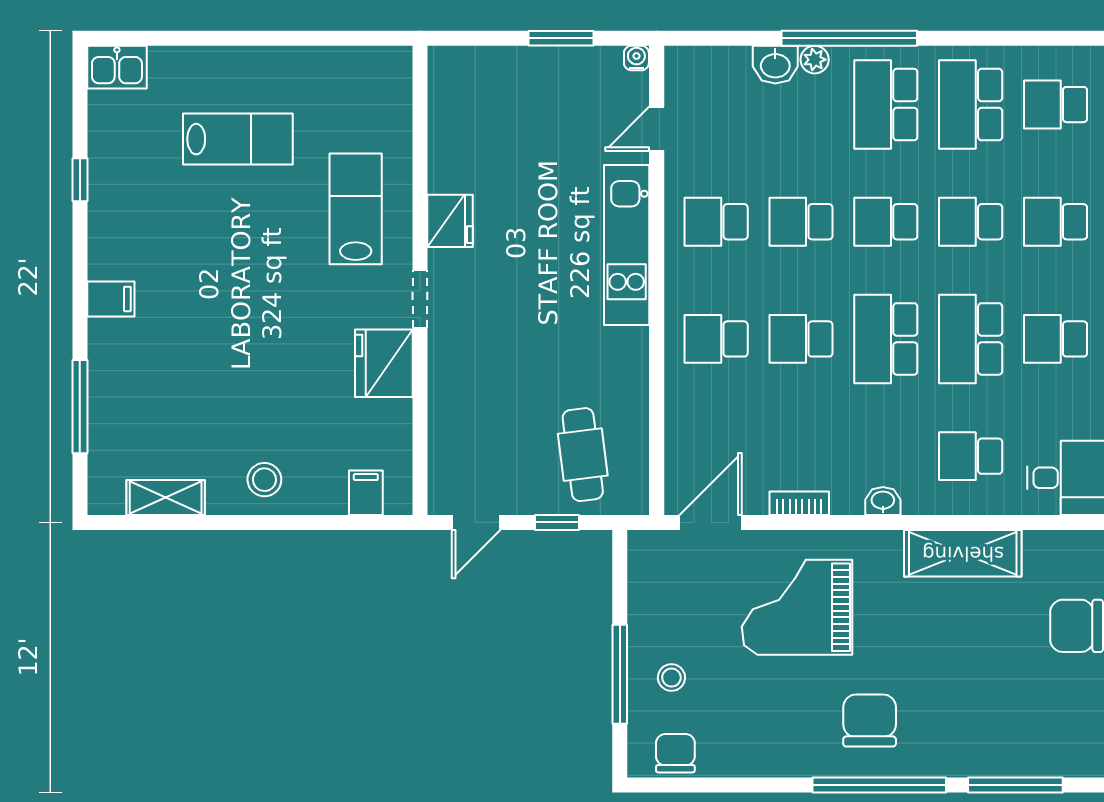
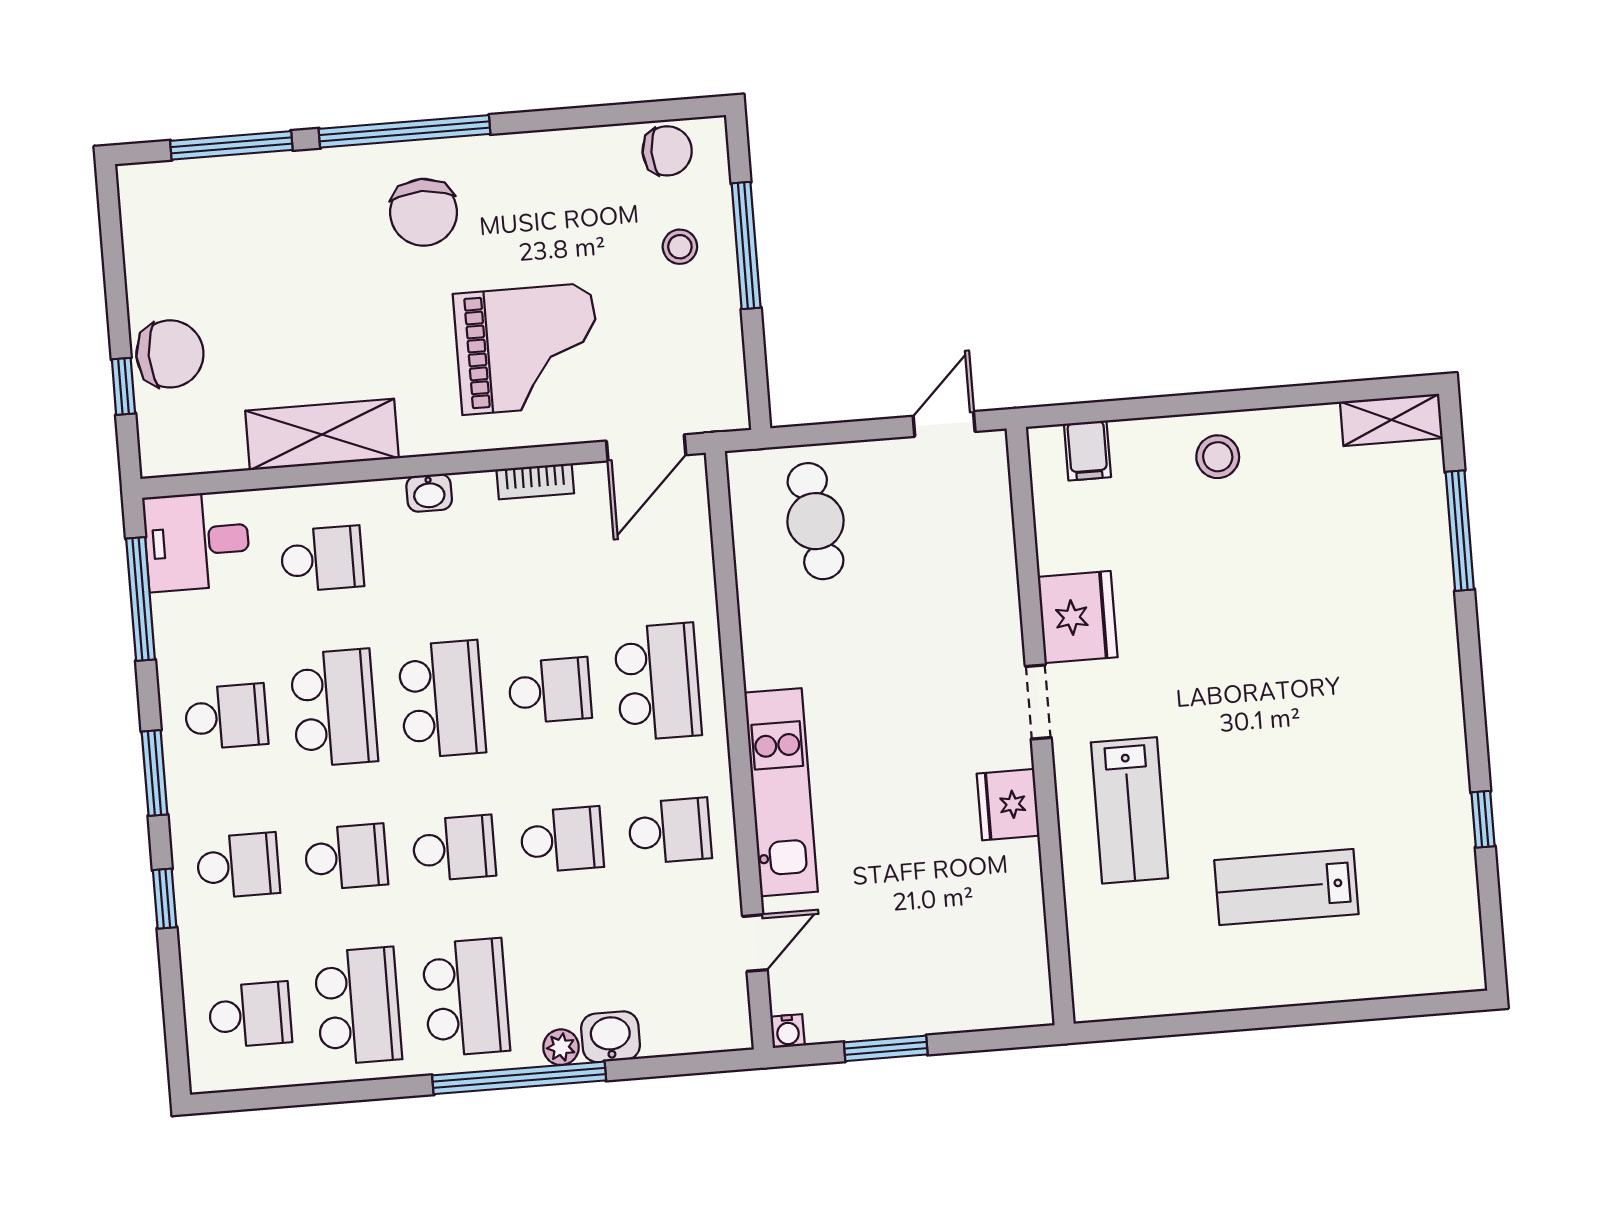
kitchen sink: (117, 67) -> (1448, 966), removed
filing cabinet: (111, 299) -> (1431, 671), removed
school desk: (716, 339) -> (658, 682), width x1.85
shelving: (166, 497) -> (1391, 420), moved
window: (557, 522) -> (841, 432), removed
chair: (675, 753) -> (667, 151), turned -90

